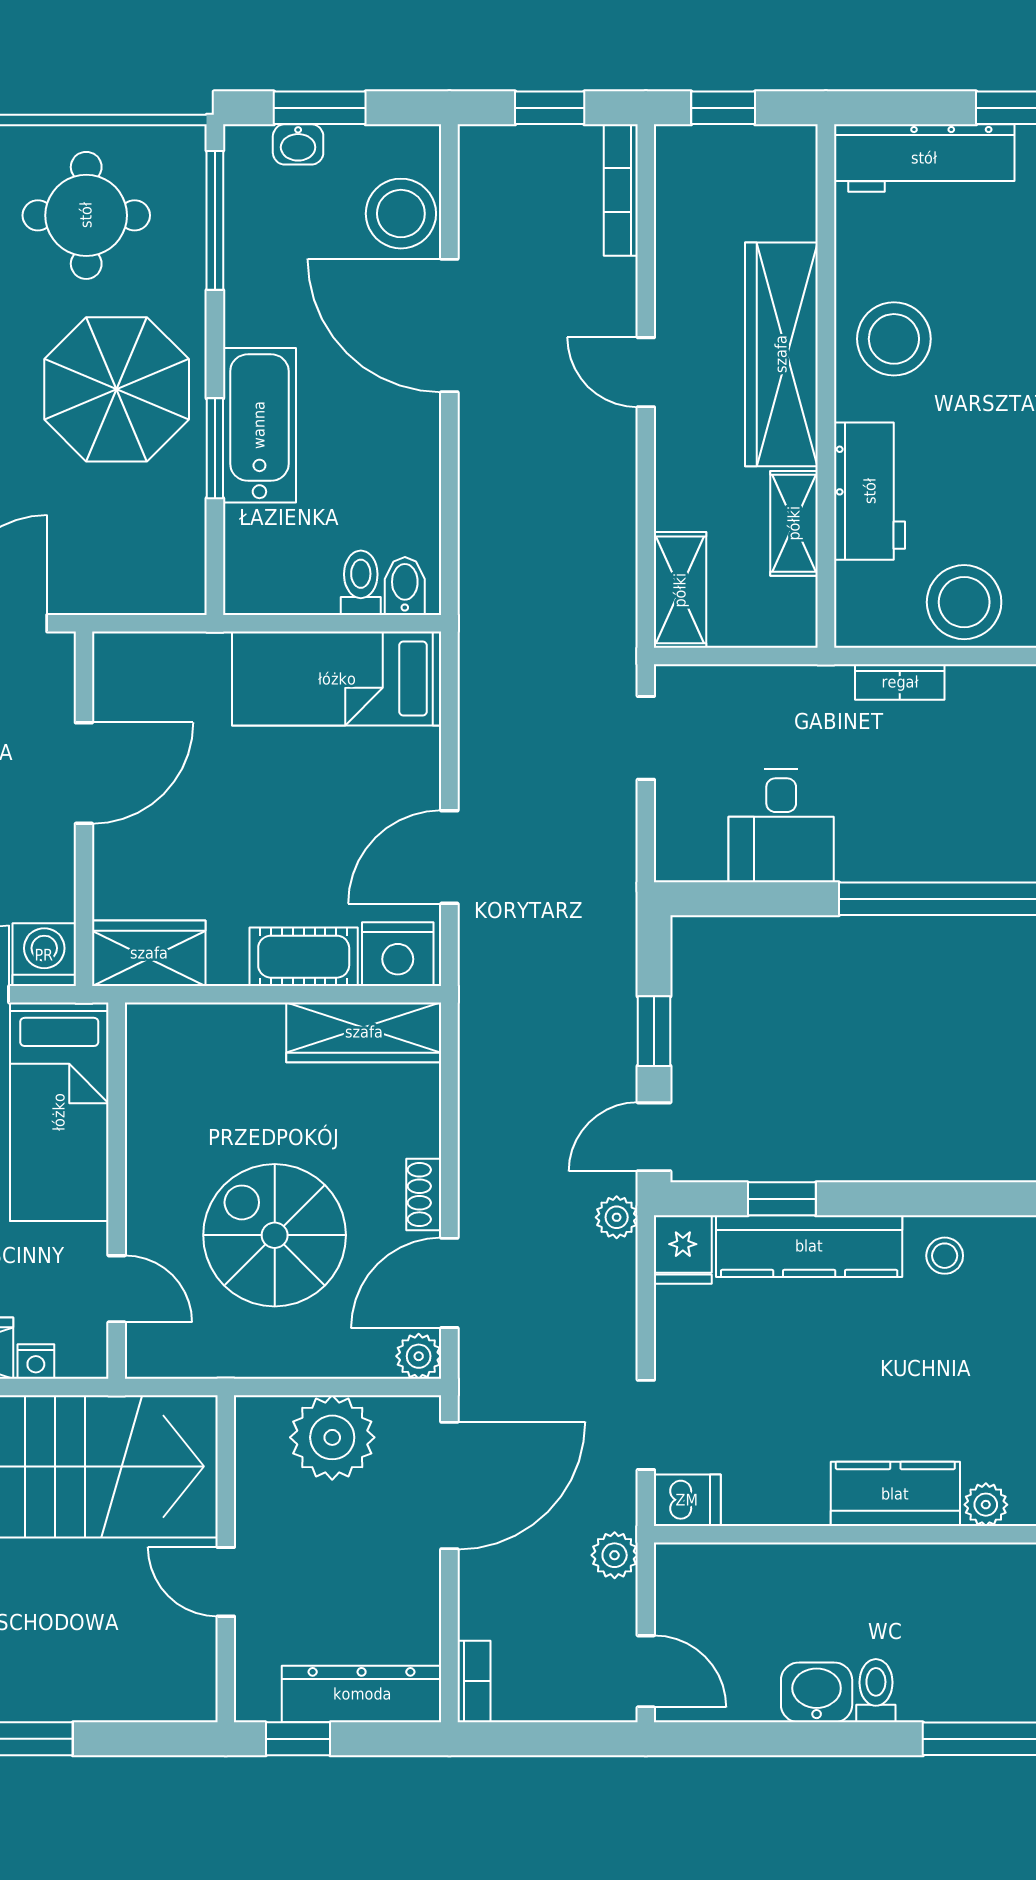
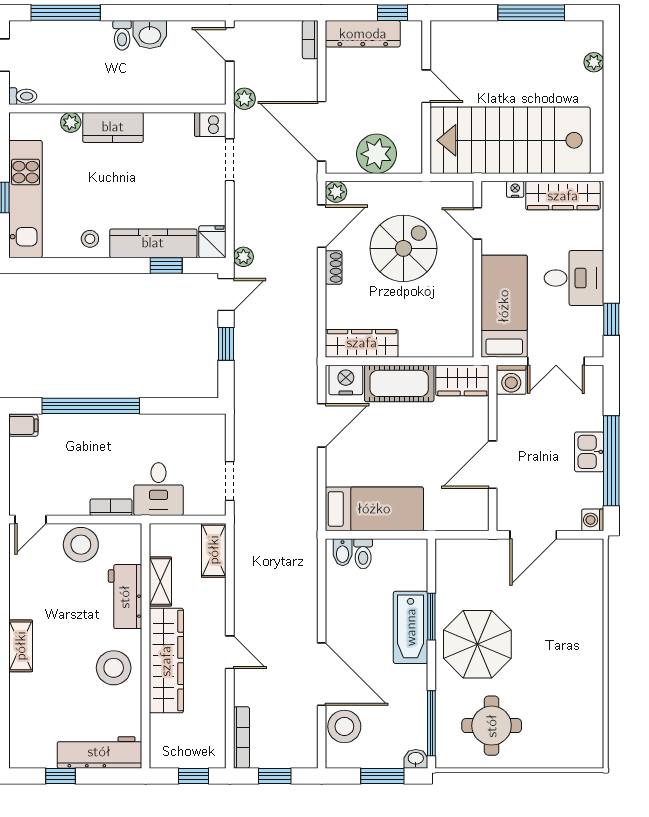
washbasin: (298, 144) -> (416, 759), moved
desk: (781, 826) -> (158, 489), moved, turned 180
cot: (304, 957) -> (399, 383), width x1.37, depth x1.34
spiral stairs: (275, 1235) -> (403, 248), turned -90
door: (449, 1486) -> (322, 131), hinge flipped

